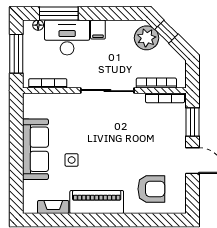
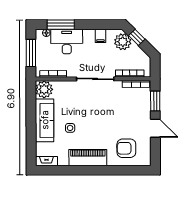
filing cabinet: (98, 30) -> (100, 36), moved
plant: (35, 105) -> (44, 89), added
armchair: (151, 189) -> (126, 148), turned 180
fireplace: (53, 207) -> (46, 161), moved

